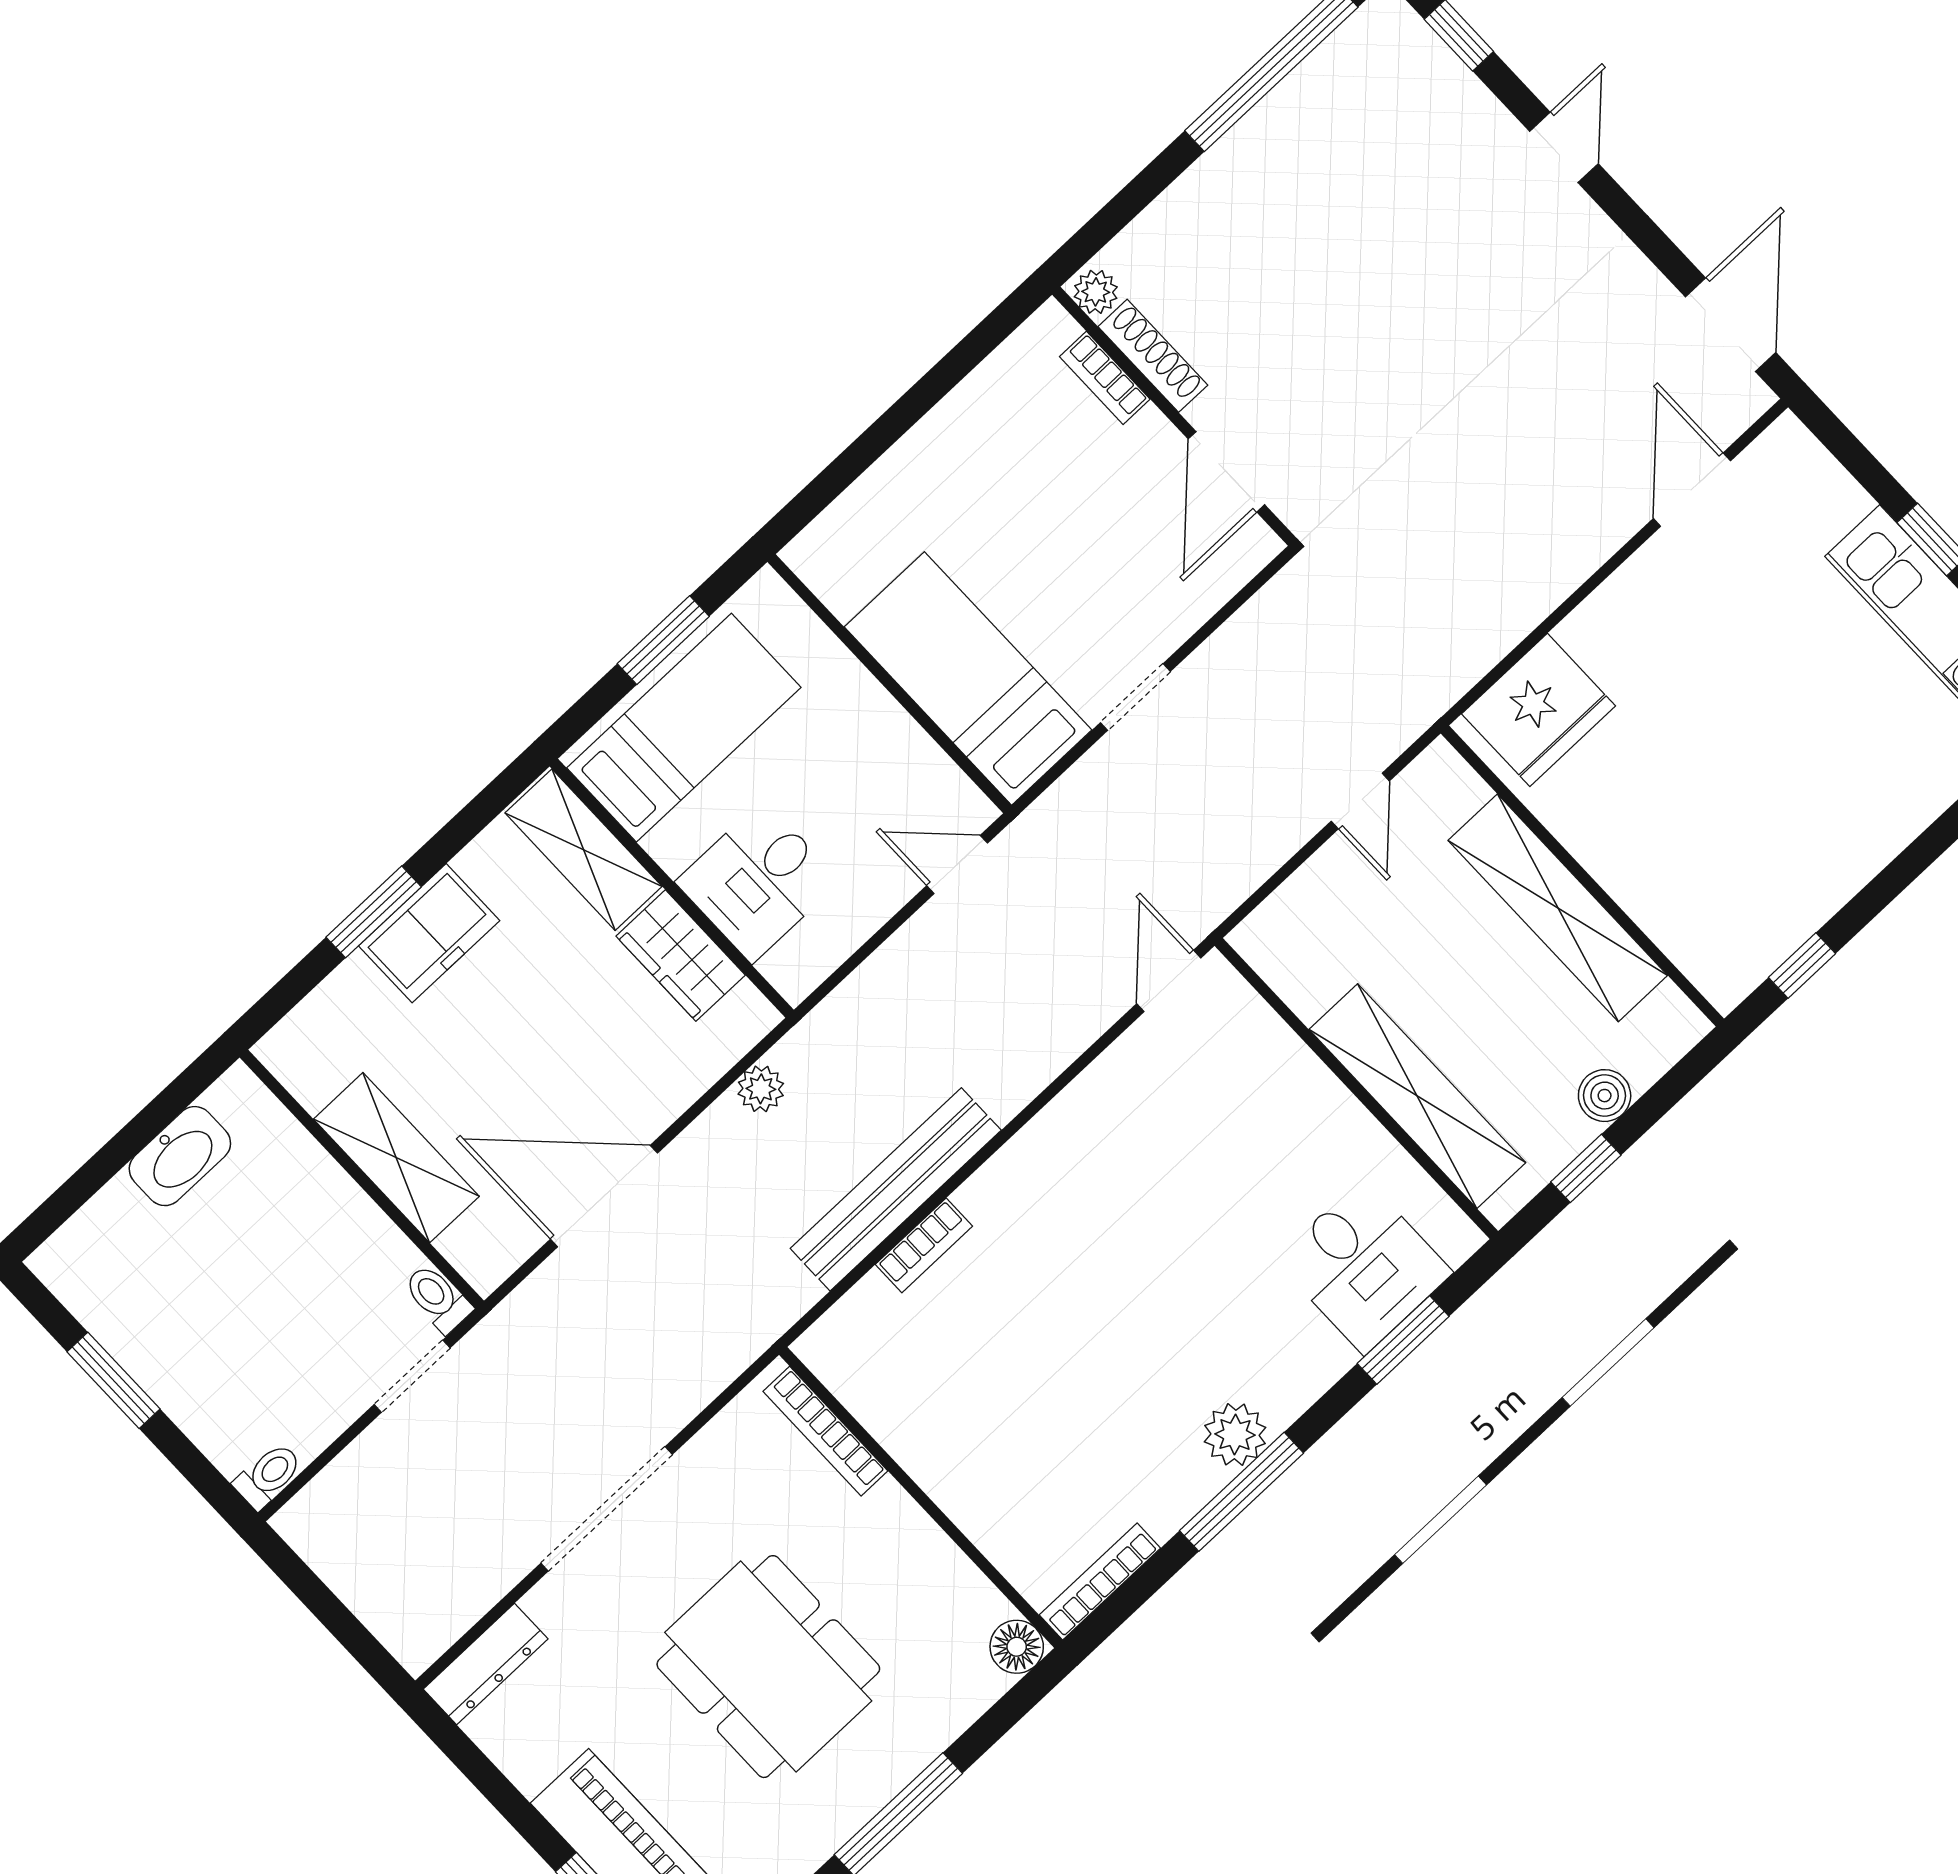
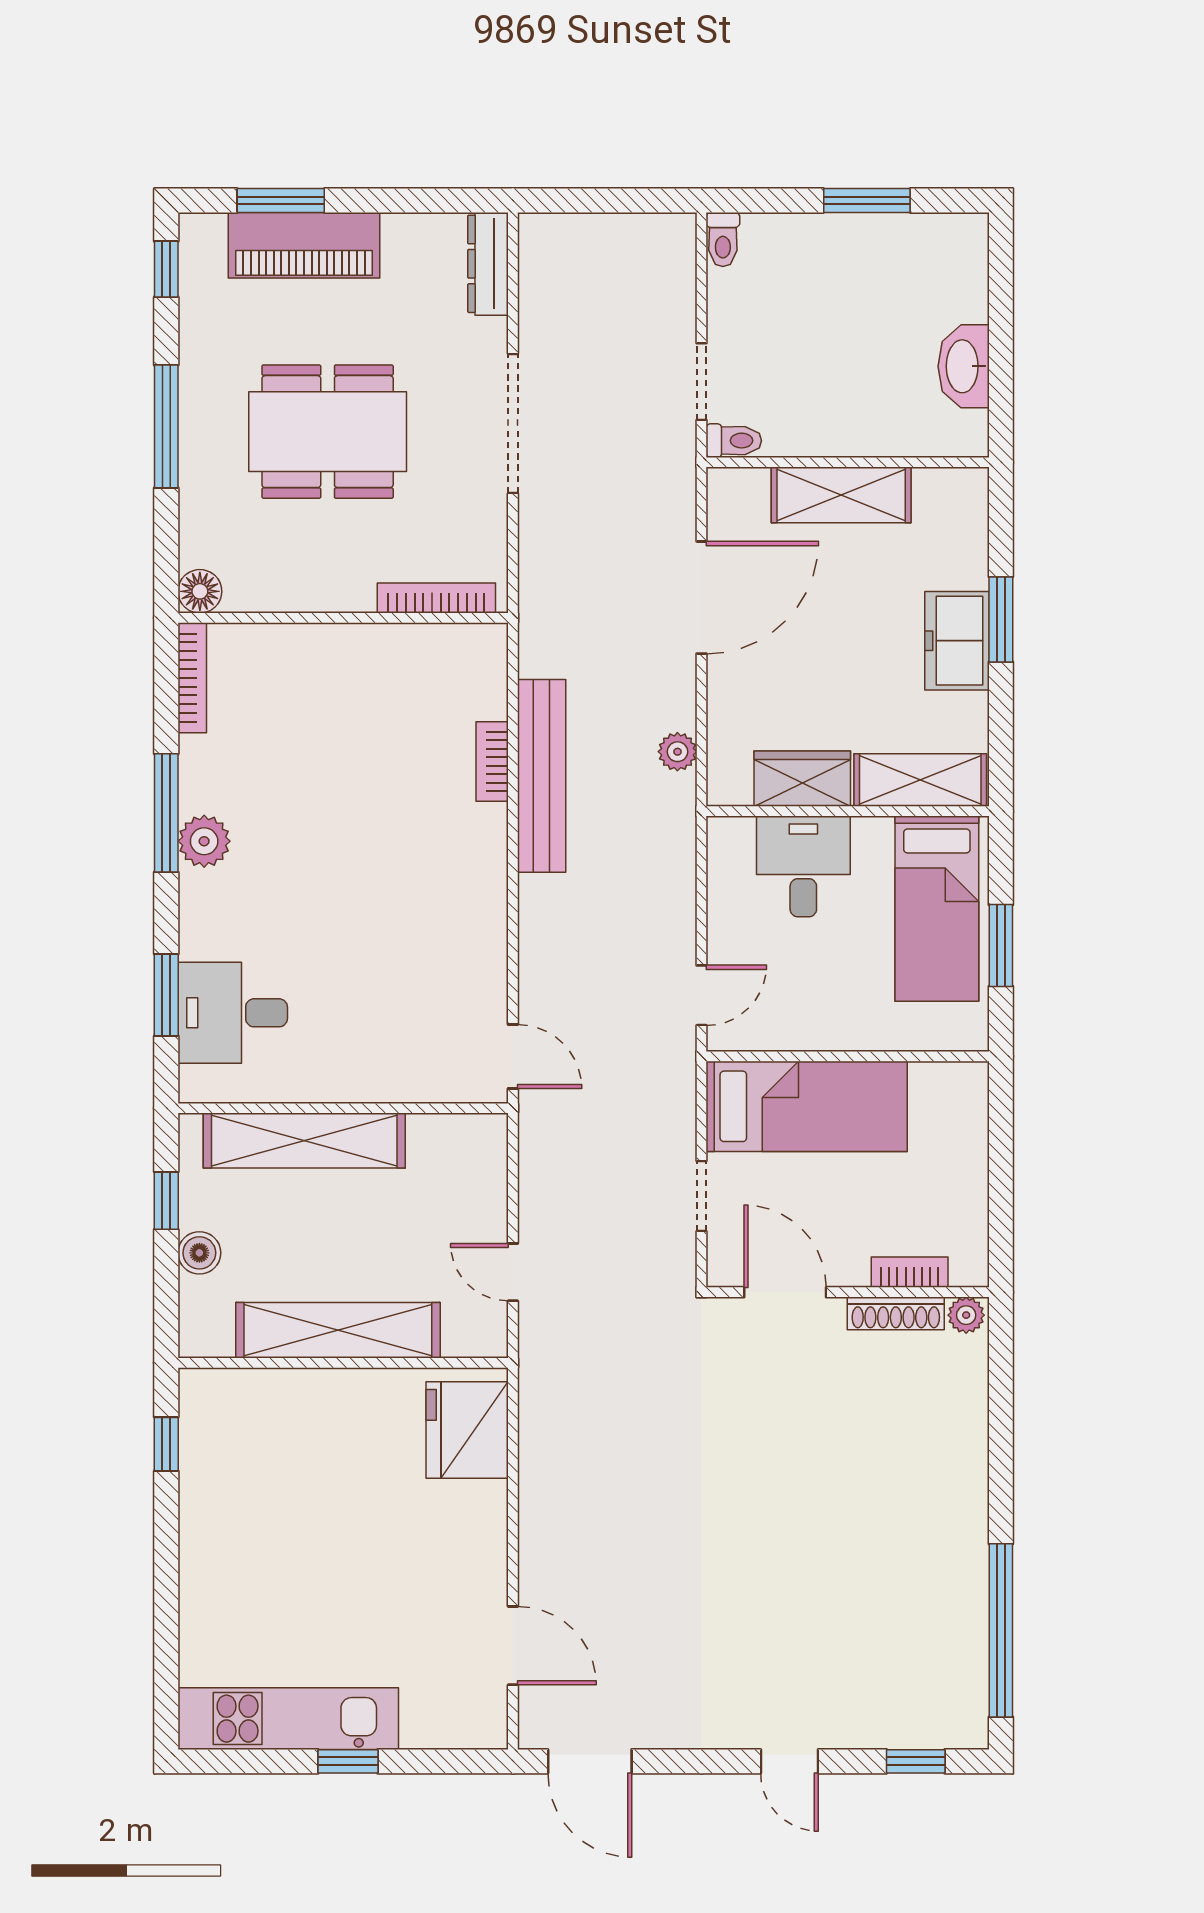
plant: (1096, 292) -> (966, 1315), moved
shoe rack: (1153, 356) -> (896, 1313), moved
bookcase: (1105, 378) -> (910, 1272), moved
wall: (1174, 416) -> (848, 1292), moved
door: (1226, 472) -> (785, 1292), moved

